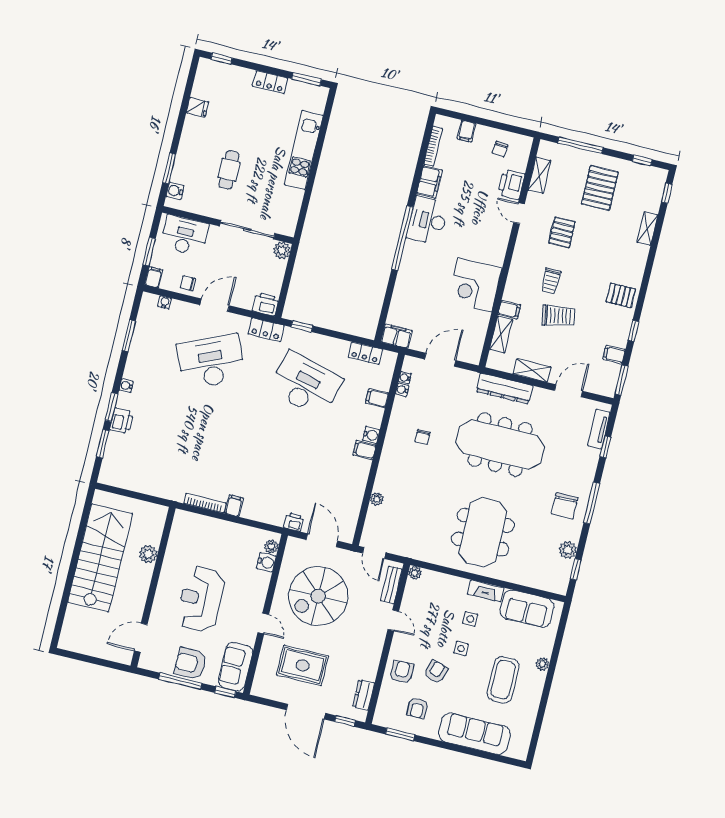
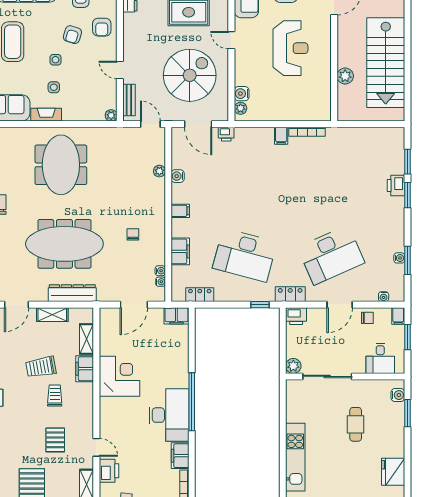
fridge: (197, 107) -> (393, 472), width x1.88, depth x1.34
desk: (428, 220) -> (169, 415), width x1.36, depth x1.30
desk: (185, 235) -> (380, 358), width x0.73
filing cabinet: (509, 310) -> (85, 369), width x2.00
water cooler: (126, 386) -> (399, 258), moved
filing cabinet: (377, 398) -> (180, 251), width x2.00
water cooler: (371, 435) -> (178, 176), moved

